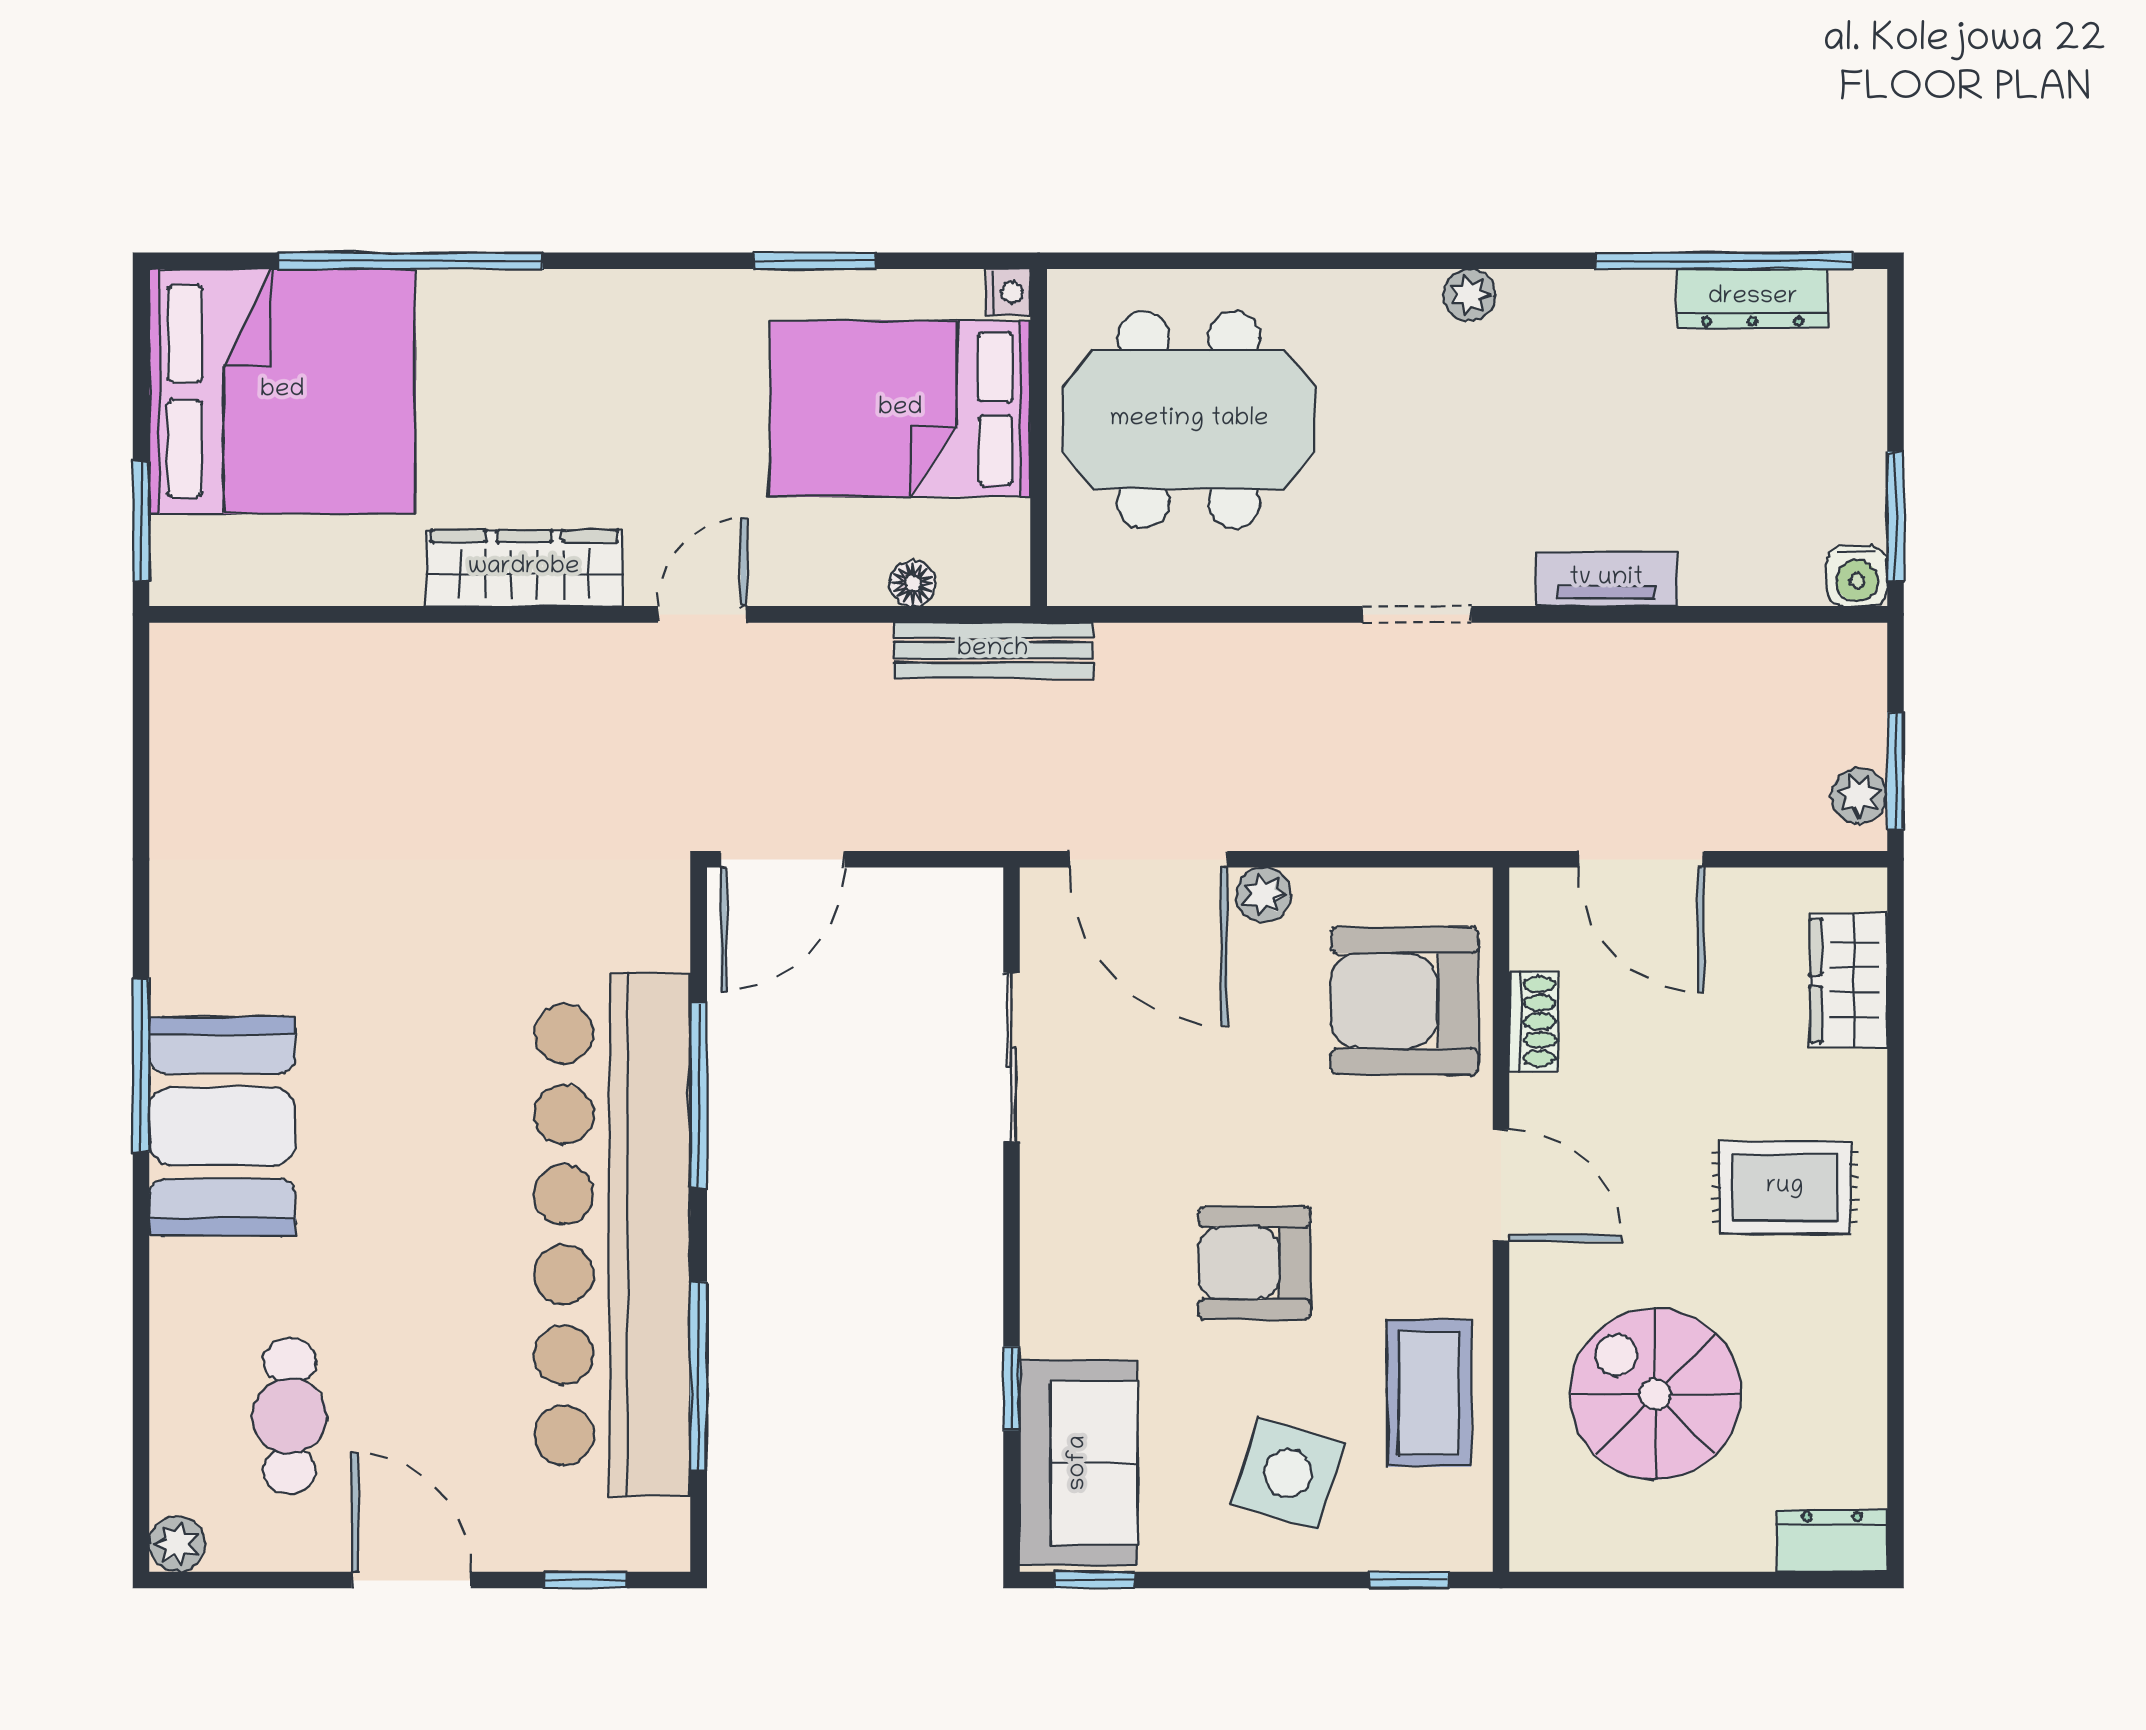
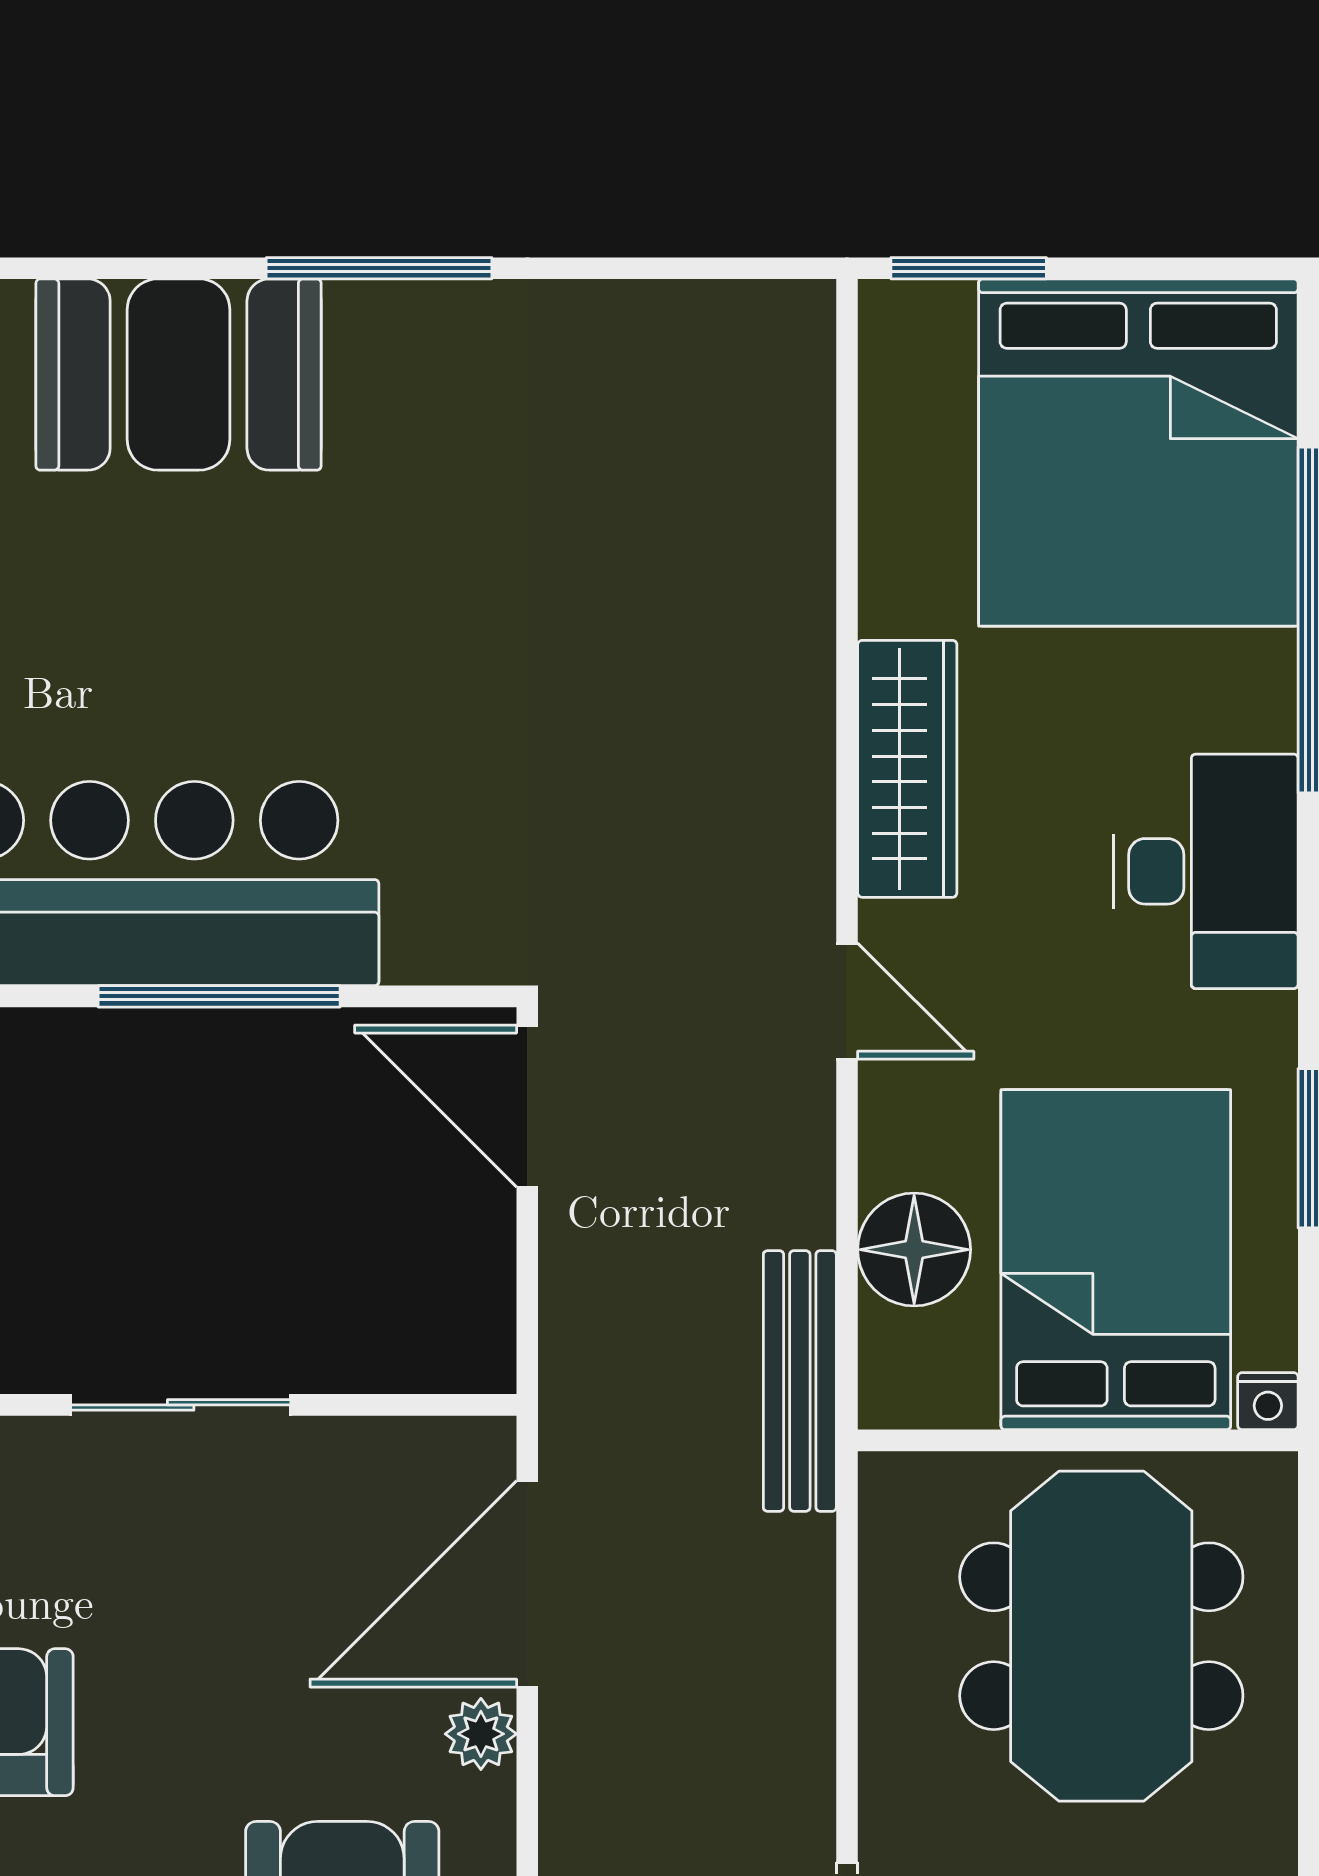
desk: (603, 339) -> (1206, 871), added
floor lamp: (913, 583) -> (914, 1250), width x1.89, depth x1.89
sliding door: (1011, 1057) -> (181, 1405), moved
window: (141, 1065) -> (379, 268), moved

